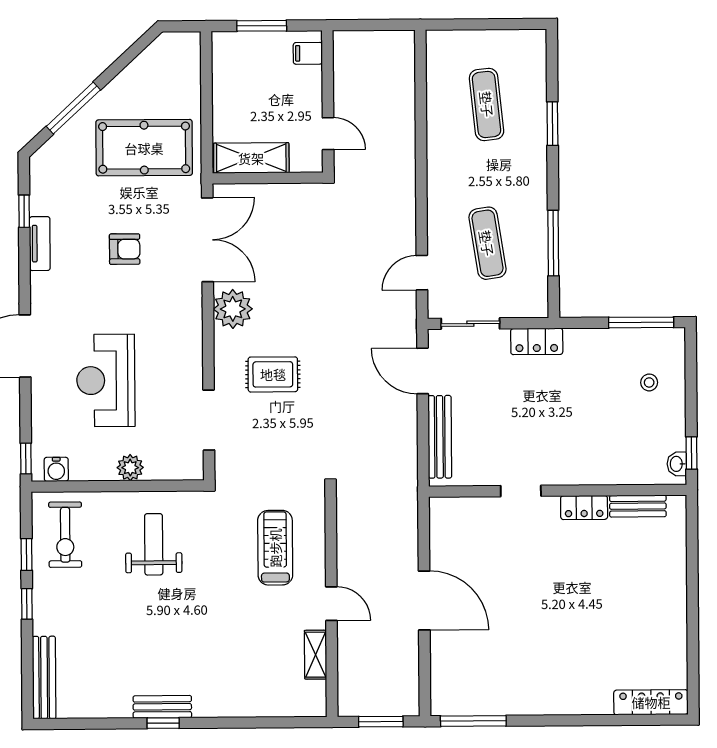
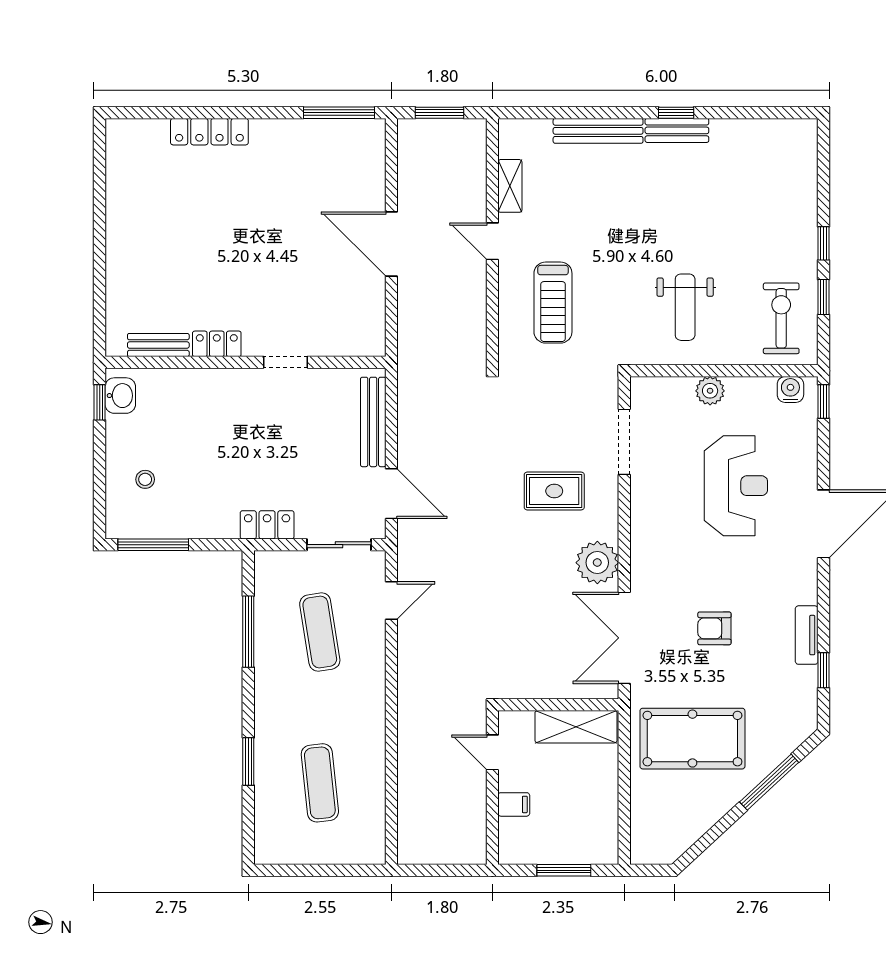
filing cabinet: (308, 53) -> (514, 804), moved
washbasin: (677, 464) -> (120, 396), width x1.38, depth x1.45
bench: (44, 678) -> (598, 131), moved, turned 90
locker: (651, 702) -> (209, 132), moved

